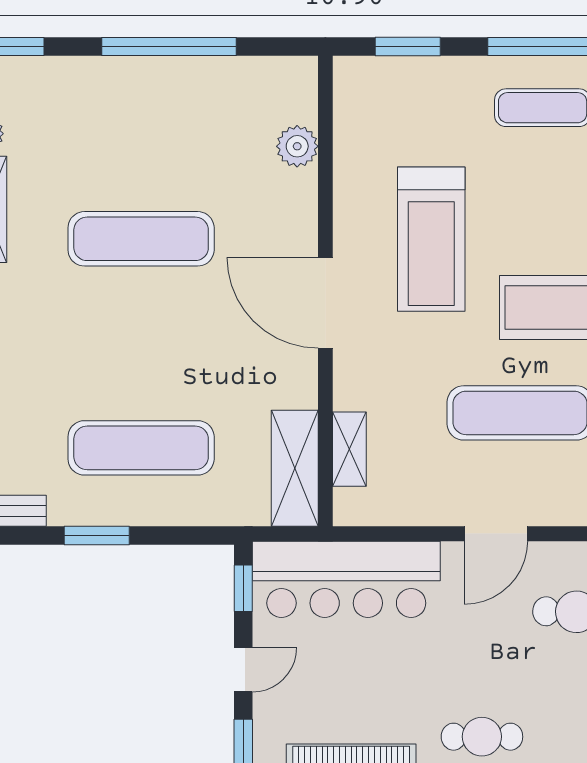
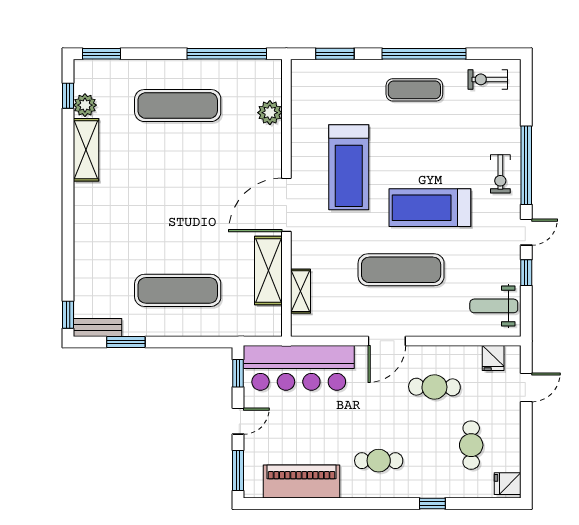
window: (169, 47) -> (227, 54), moved
exercise mat: (141, 239) -> (178, 106), moved
door: (325, 303) -> (286, 205), hinge flipped
shelving: (295, 468) -> (268, 271), moved
window: (97, 536) -> (126, 342), moved

